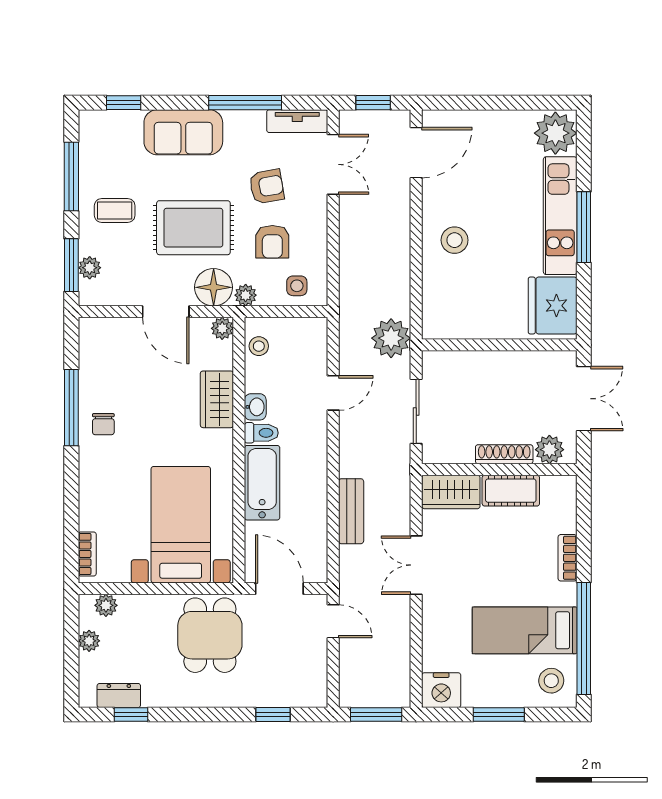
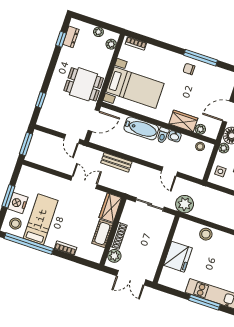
stool: (455, 240) -> (206, 234), moved
fridge: (553, 306) -> (178, 257), moved, turned 90
plant: (222, 328) -> (200, 129), moved
door: (333, 621) -> (72, 139), hinge flipped
nightstand: (441, 690) -> (18, 203), moved

